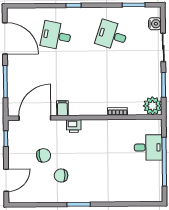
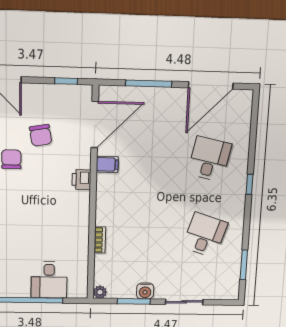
water cooler: (155, 24) -> (145, 291), moved
plant: (153, 106) -> (100, 292), width x0.53, depth x0.53
door: (35, 118) -> (95, 125), hinge flipped

